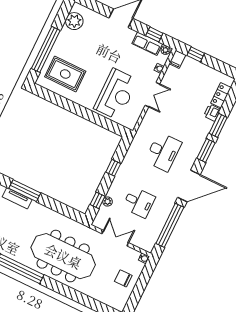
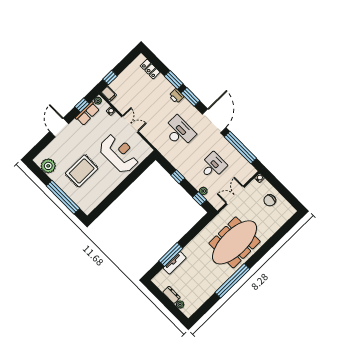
rug: (65, 74) -> (82, 171), moved
printer: (212, 113) -> (176, 96), moved

